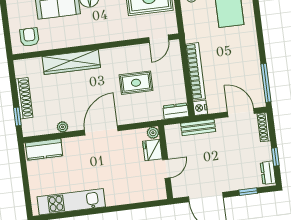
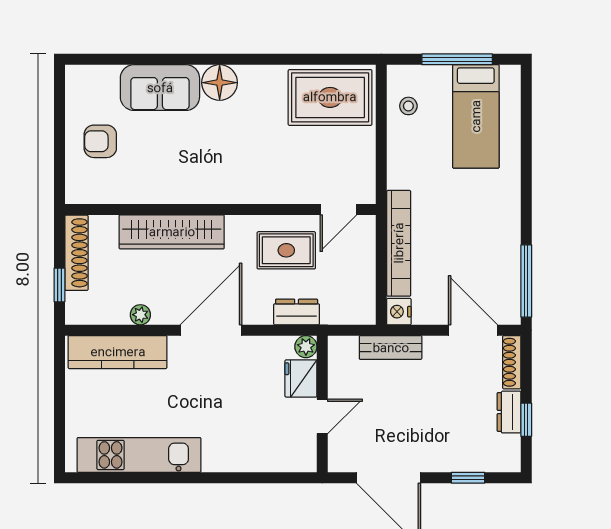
armchair: (29, 37) -> (100, 141), turned -90
door: (159, 39) -> (338, 210), moved
wall: (96, 47) -> (220, 210), moved
wardrobe: (71, 62) -> (172, 232), moved
dresser: (176, 111) -> (297, 312), moved
kitchen counter: (44, 149) -> (118, 352), width x1.50
dresser: (268, 173) -> (509, 412), moved

